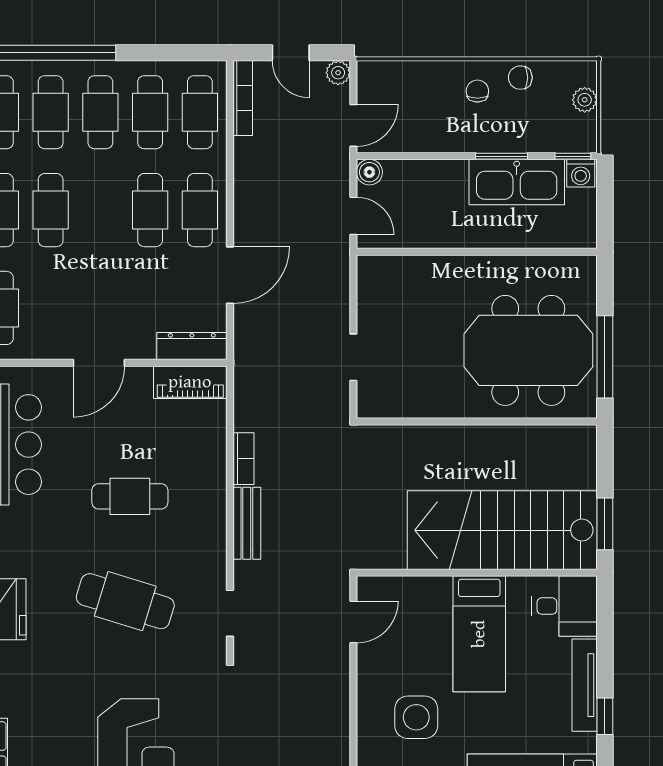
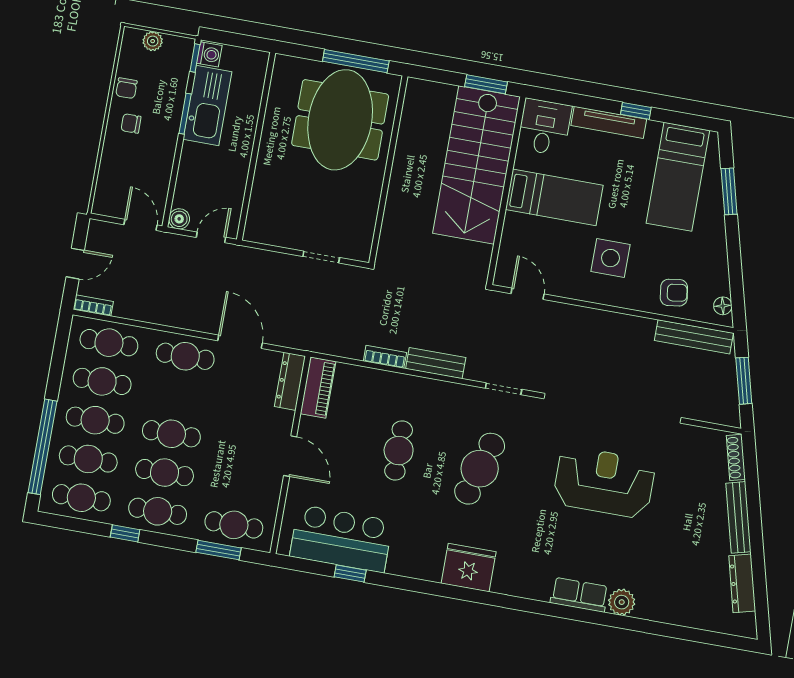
plant: (338, 73) -> (97, 229), removed
bookcase: (243, 98) -> (93, 305), width x0.64
cafe table: (150, 210) -> (171, 434), moved

